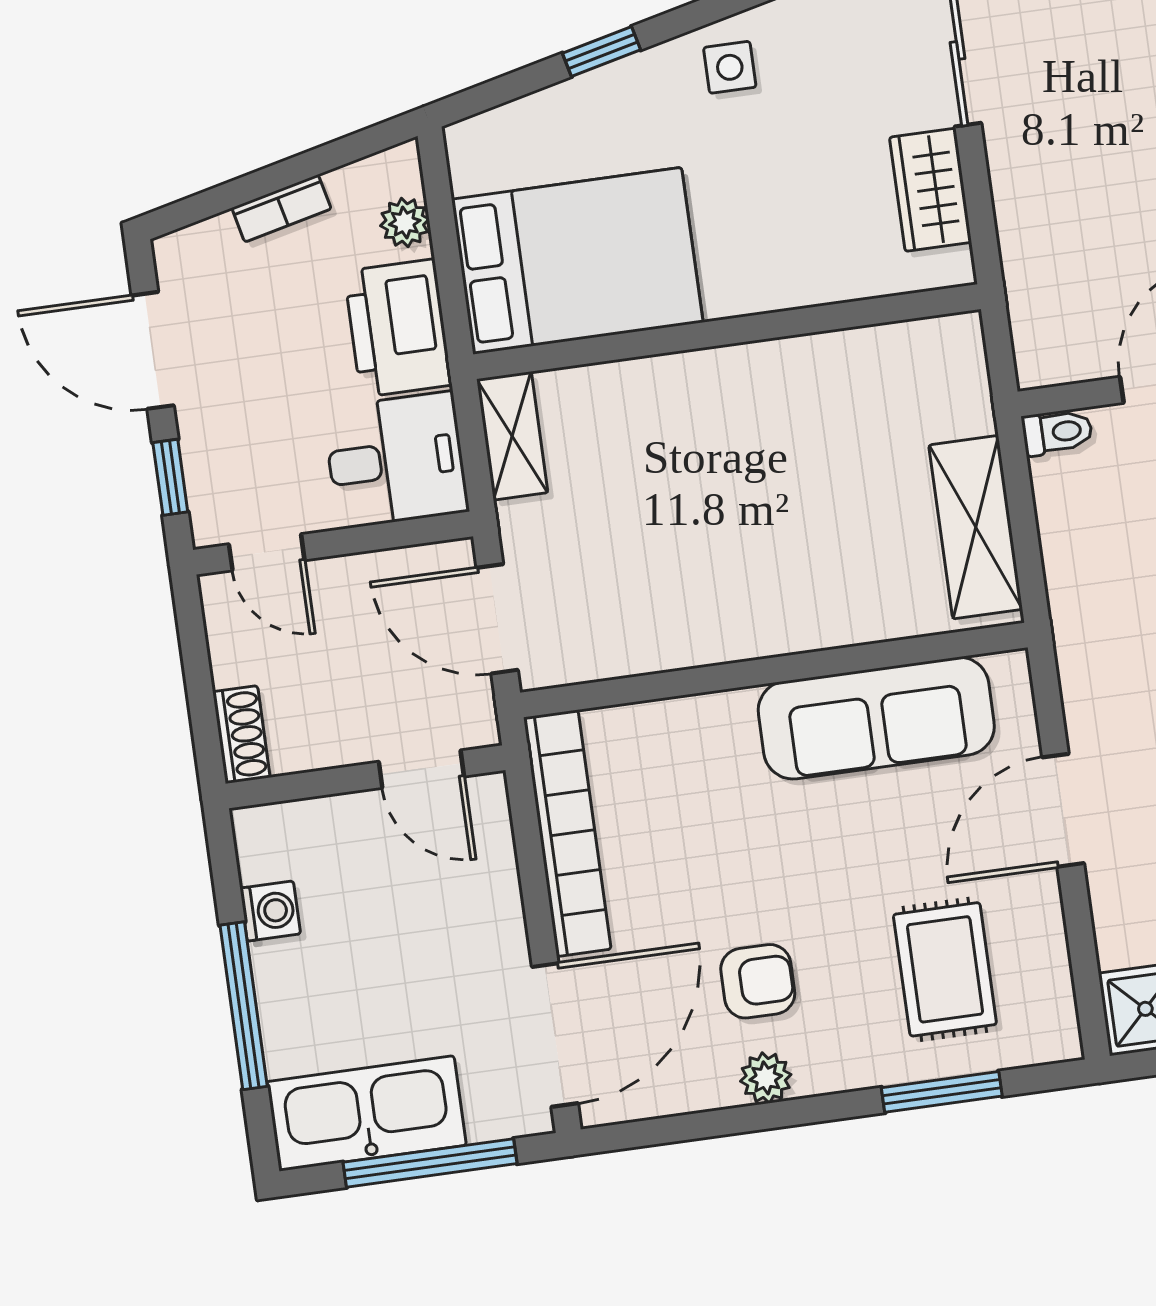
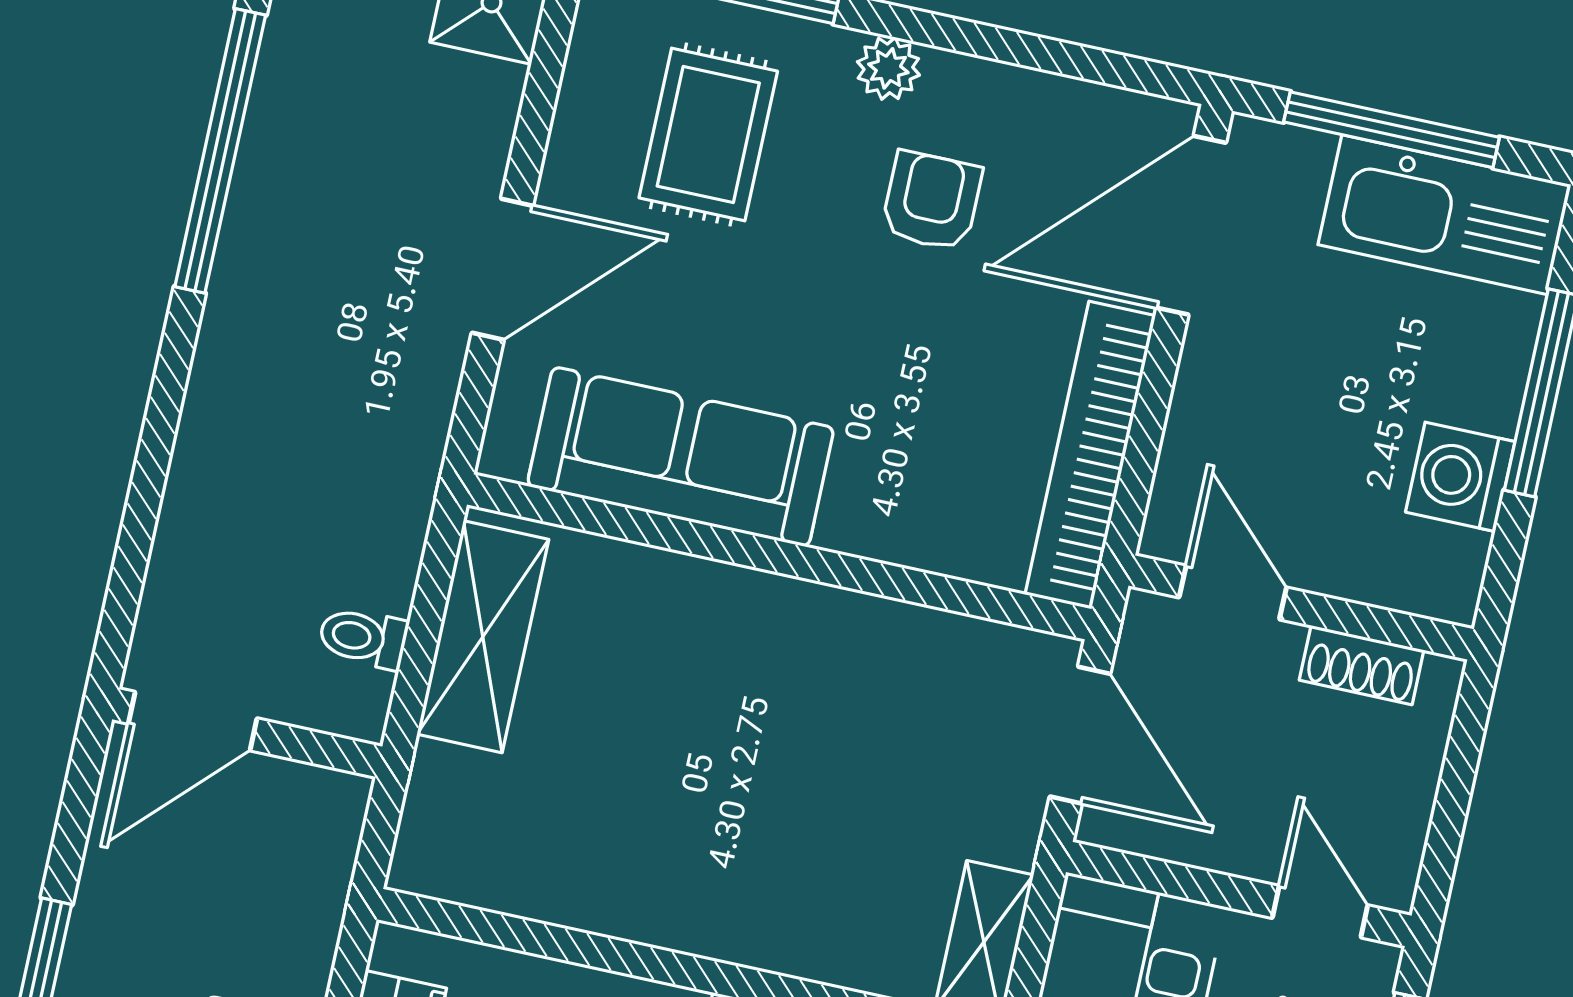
toilet: (1057, 432) -> (363, 638), moved
shoe rack: (241, 735) -> (1362, 665), moved, turned -90
washing machine: (270, 911) -> (1460, 477), width x1.38, depth x1.38
armchair: (758, 981) -> (932, 201), turned 90
plant: (766, 1078) -> (888, 68), moved

